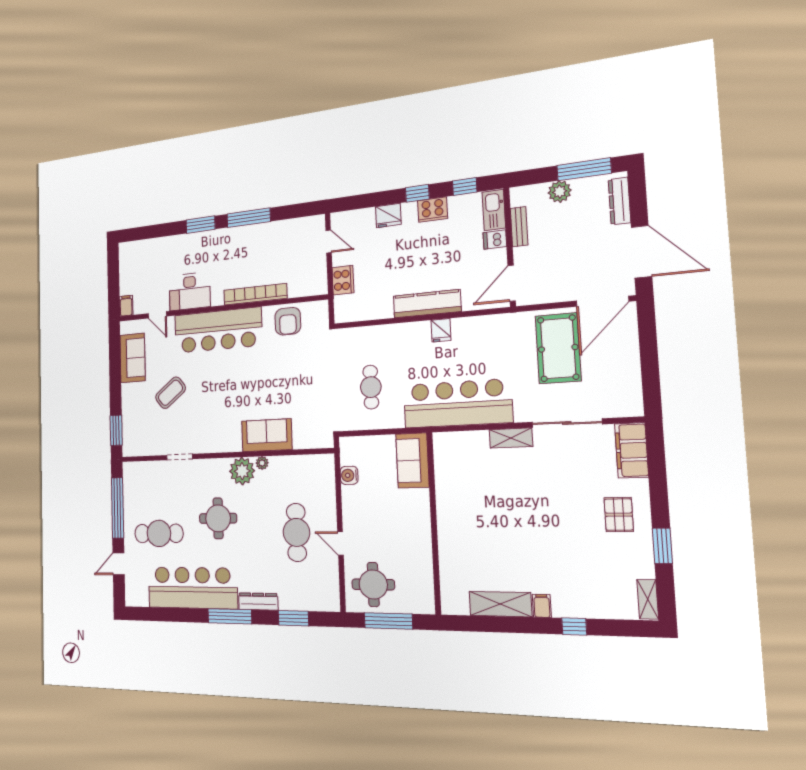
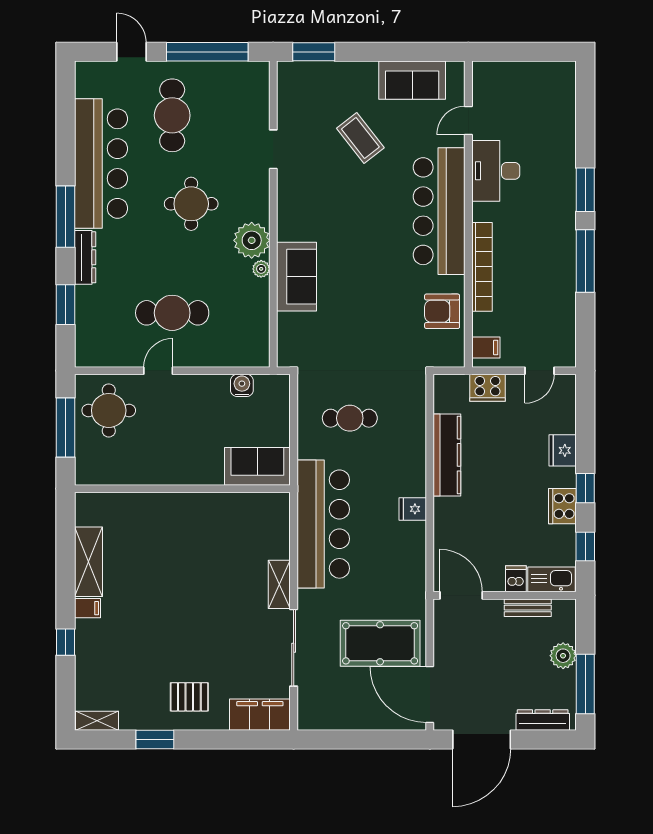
kitchen counter: (427, 304) -> (447, 455), moved
filing cabinet: (126, 306) -> (486, 348), moved

